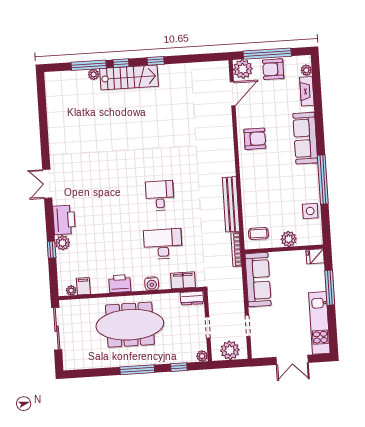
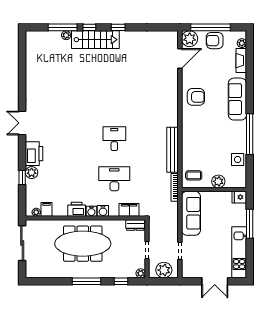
water cooler: (138, 285) -> (91, 211), added

